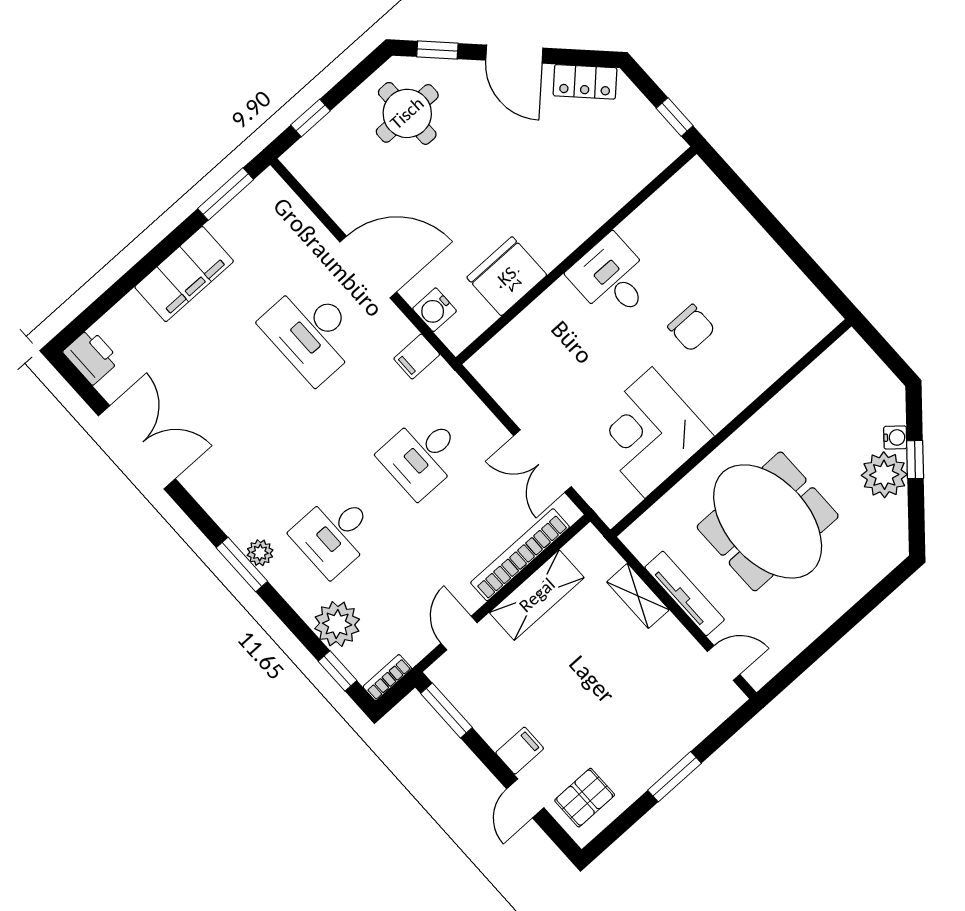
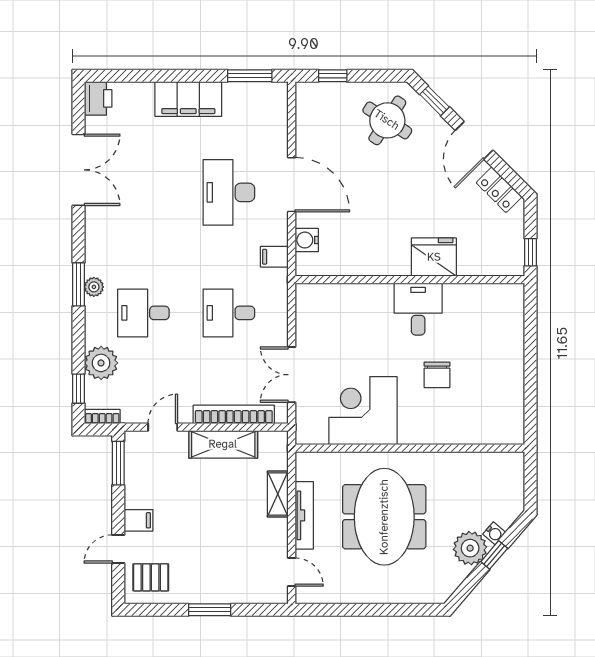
round table: (407, 113) -> (387, 120), turned 33
fridge: (507, 276) -> (434, 257), moved

